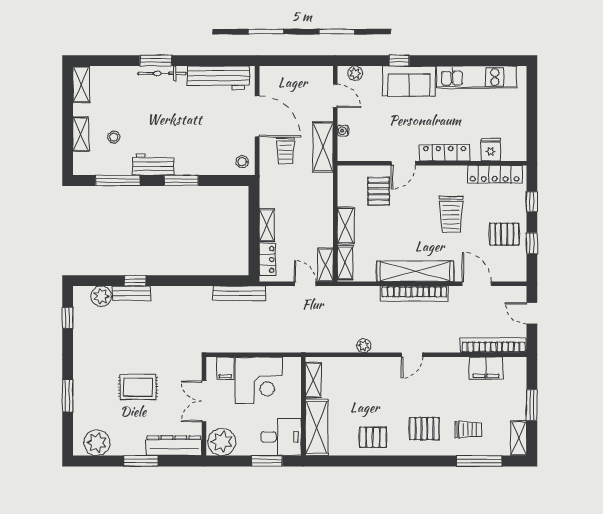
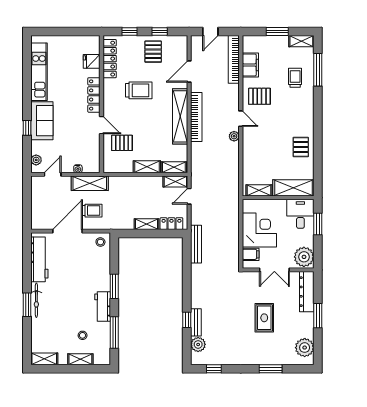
plant: (364, 346) -> (234, 136), moved
pallet: (424, 429) -> (259, 96), moved, turned 90

